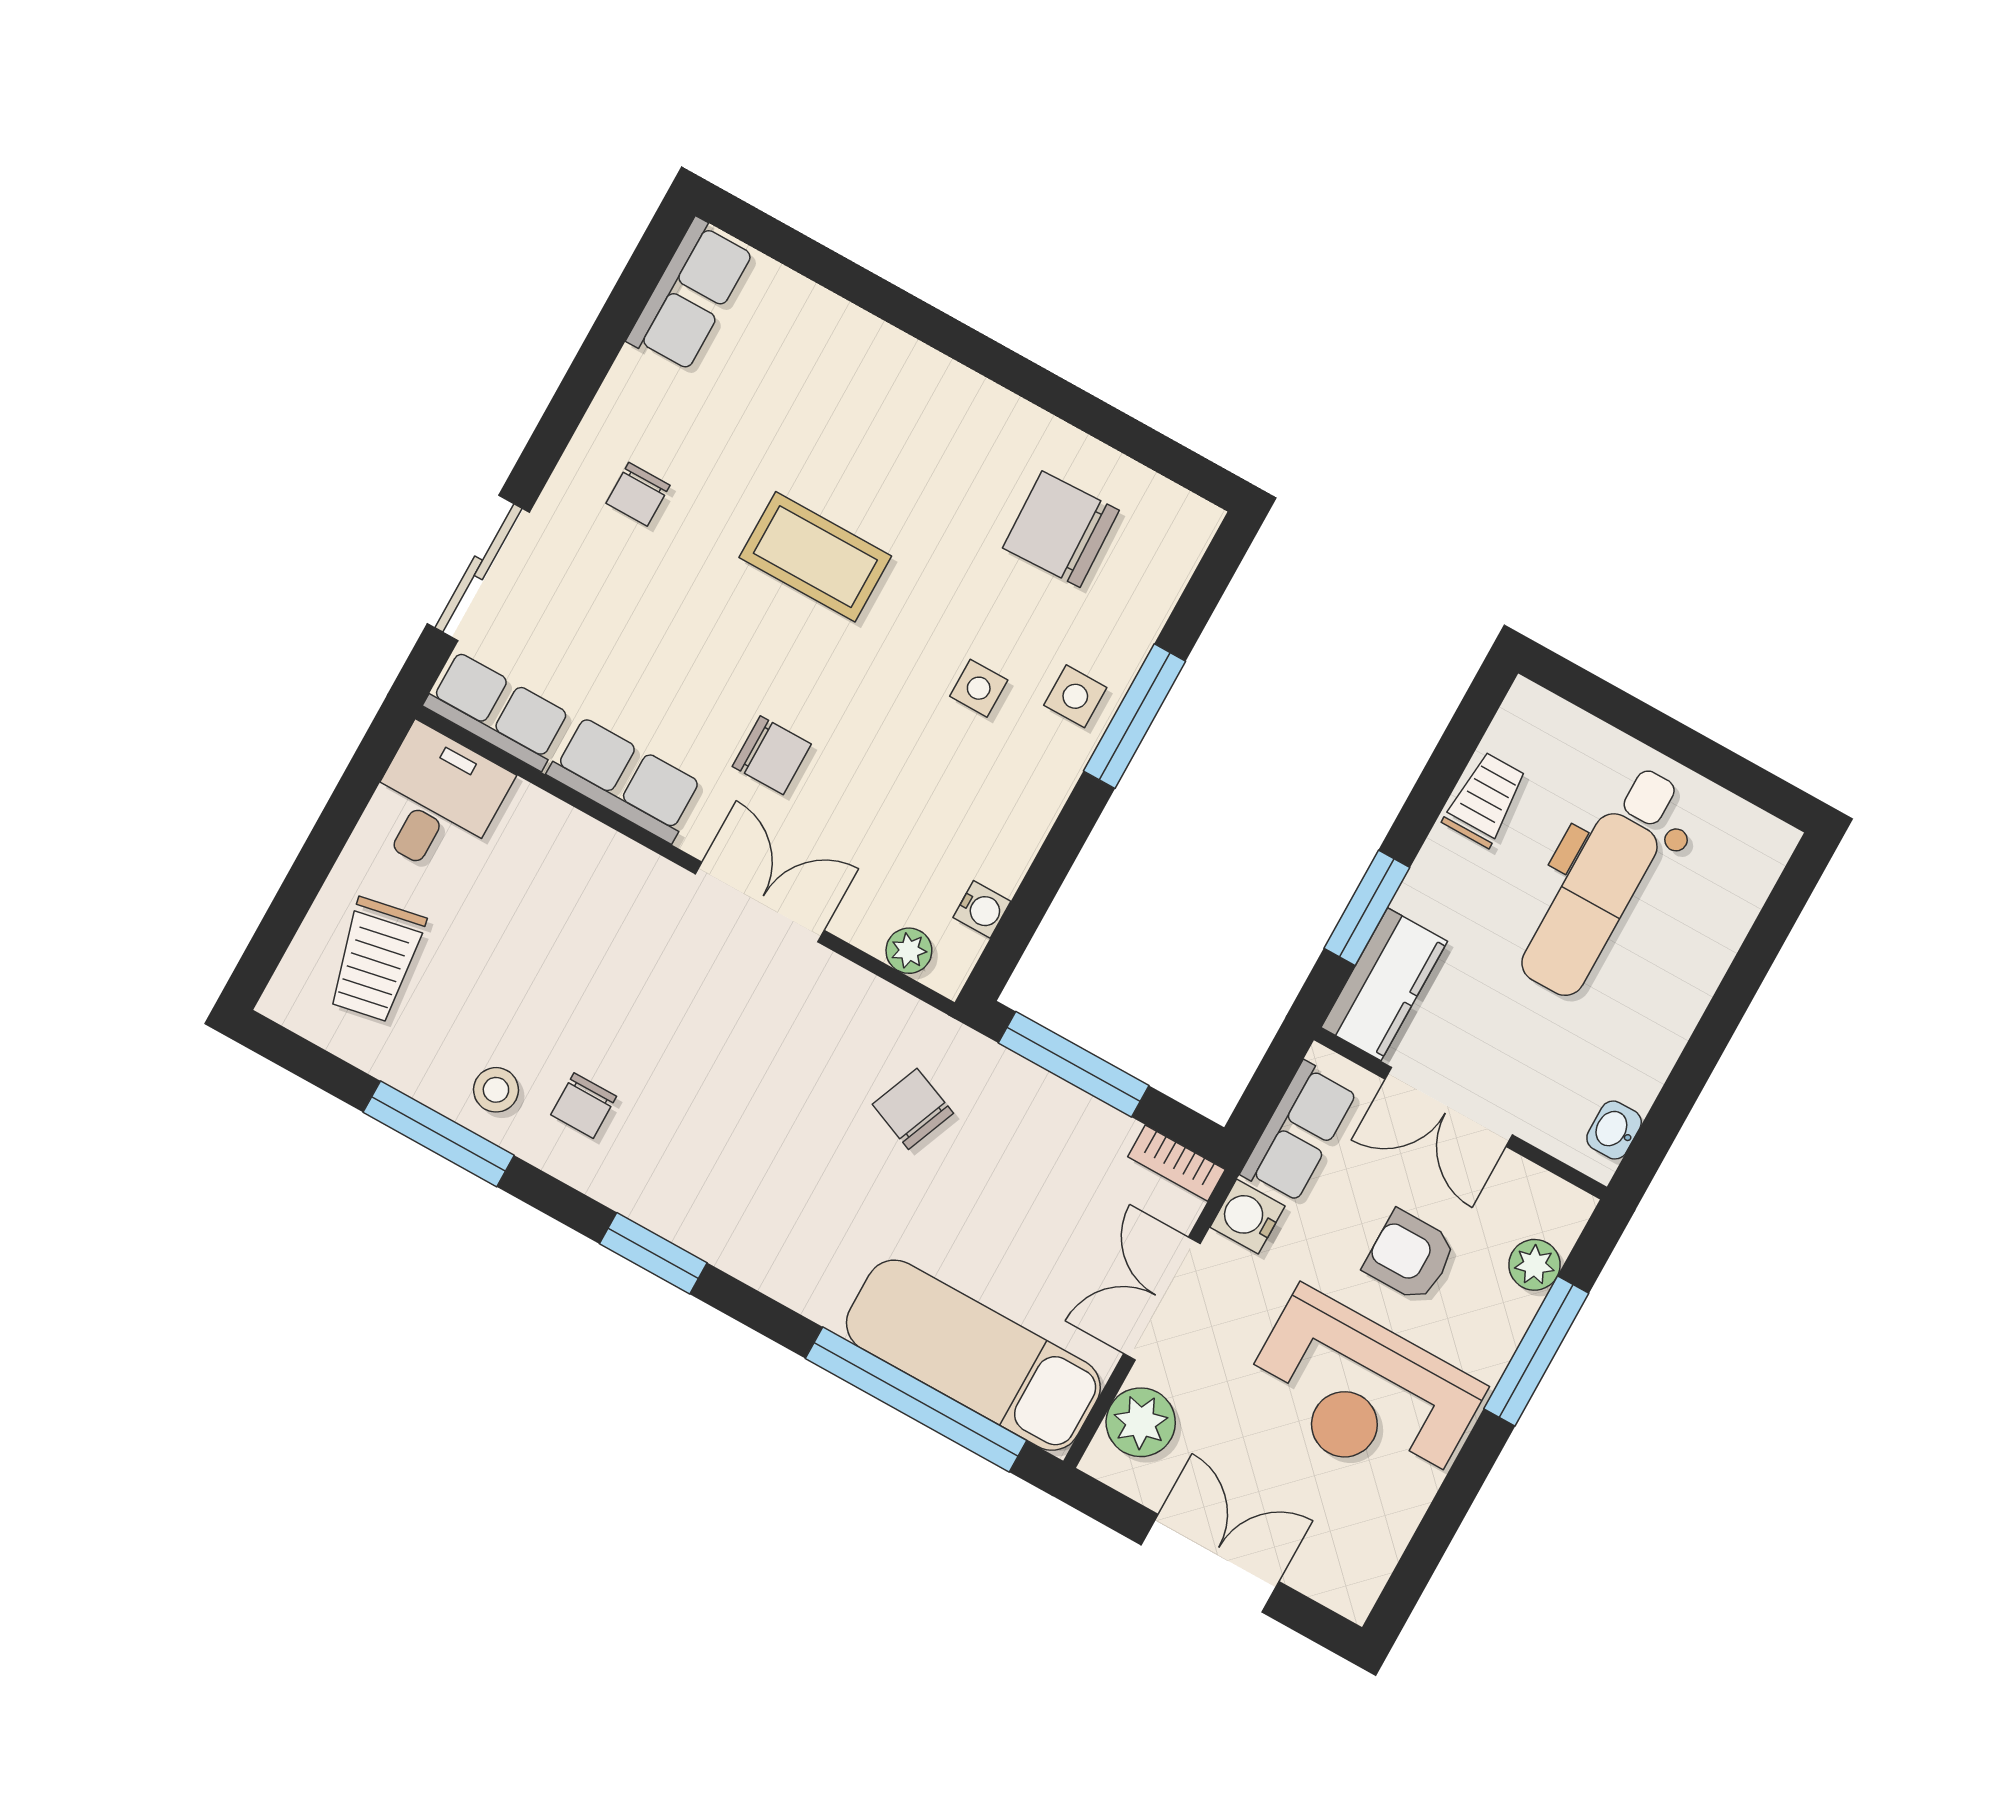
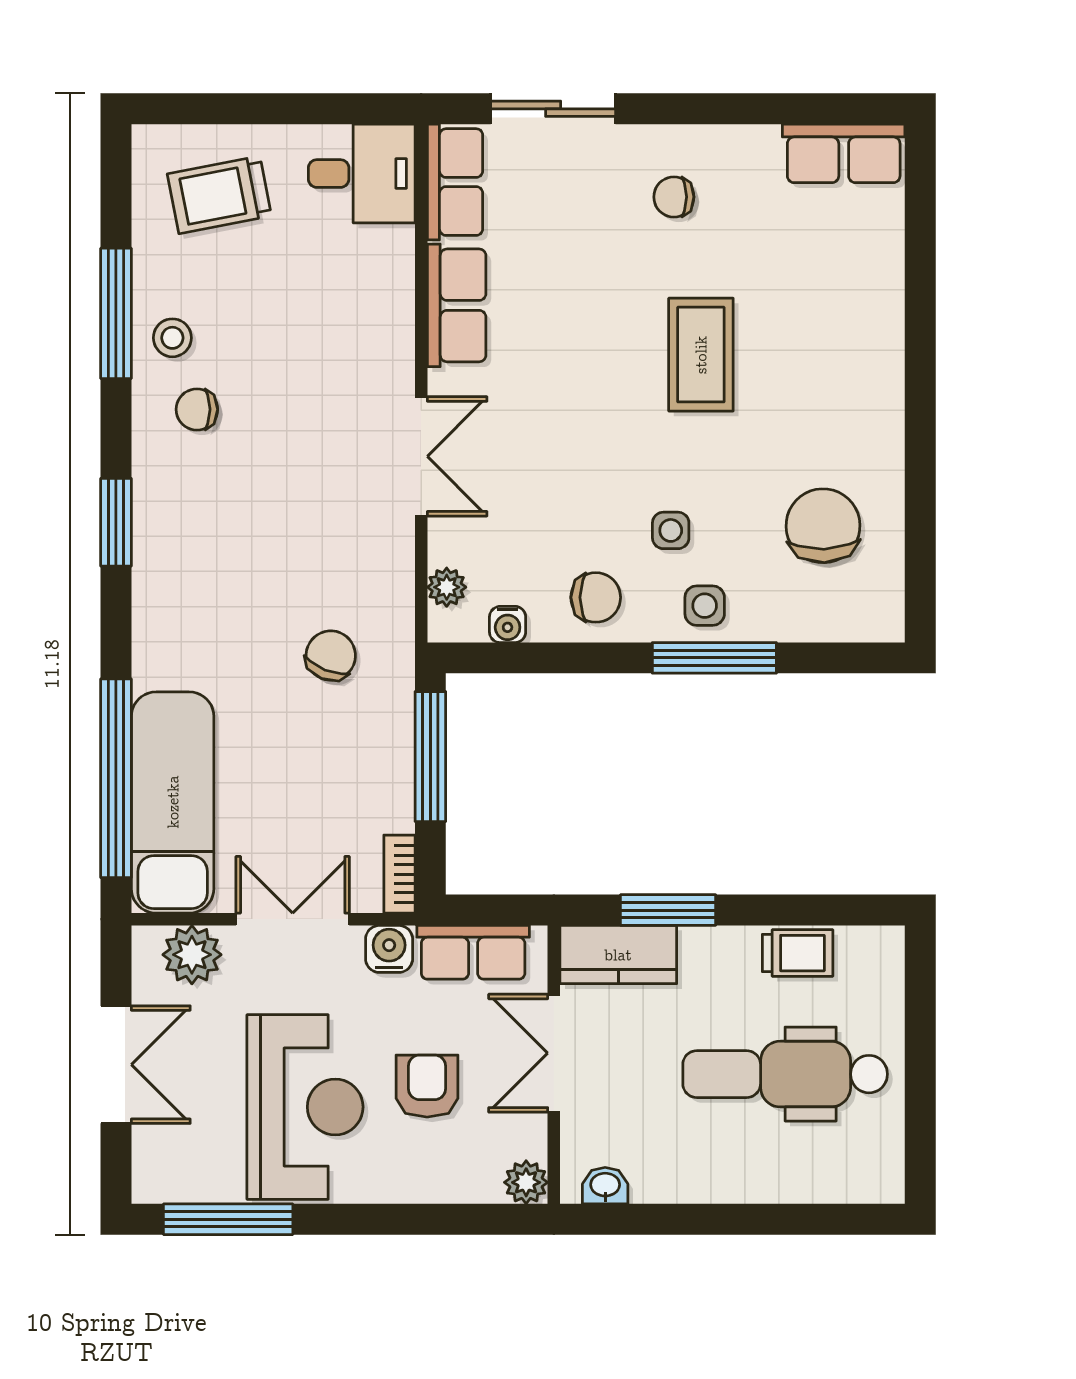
chair: (772, 755) -> (596, 597), moved, turned -90
plant: (1534, 1265) -> (526, 1182), moved
window: (1536, 1351) -> (228, 1219), moved
reception desk: (1362, 1393) -> (305, 1107), turned 180

